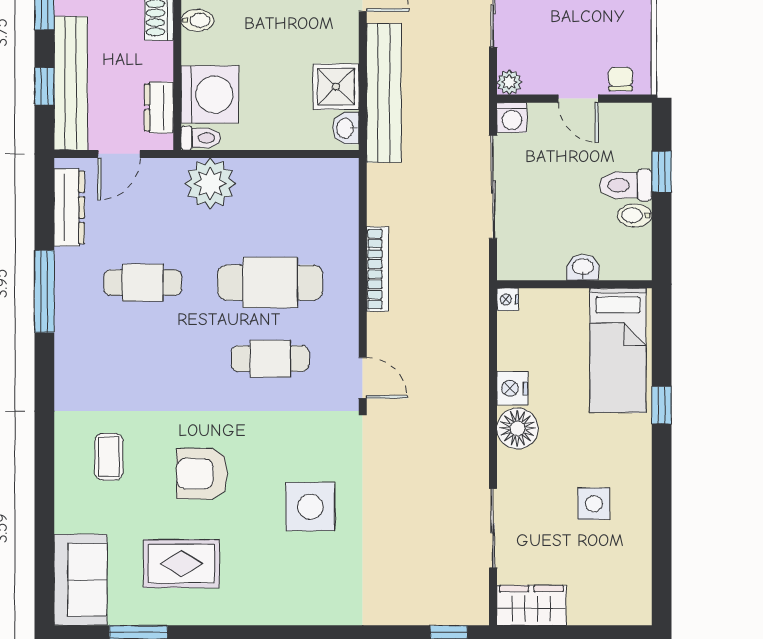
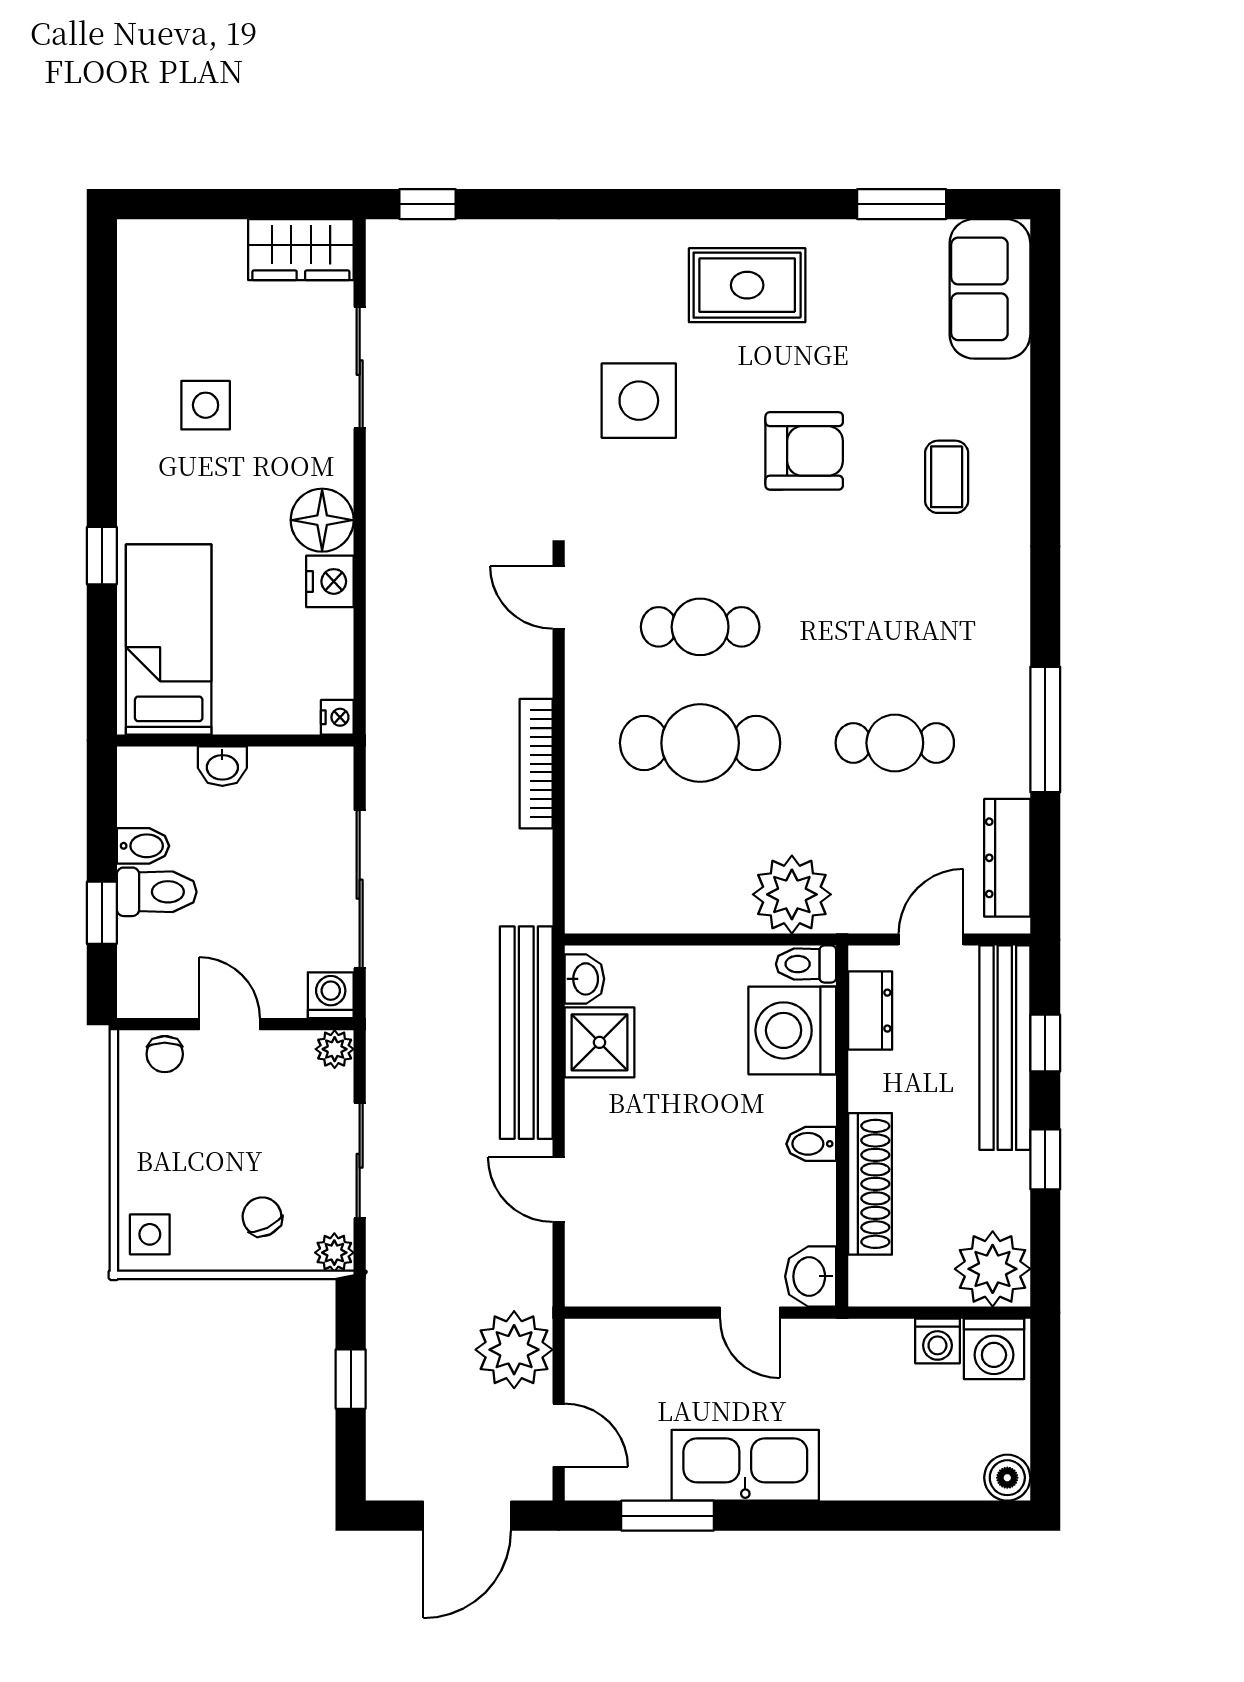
rug: (181, 564) -> (747, 285), moved

